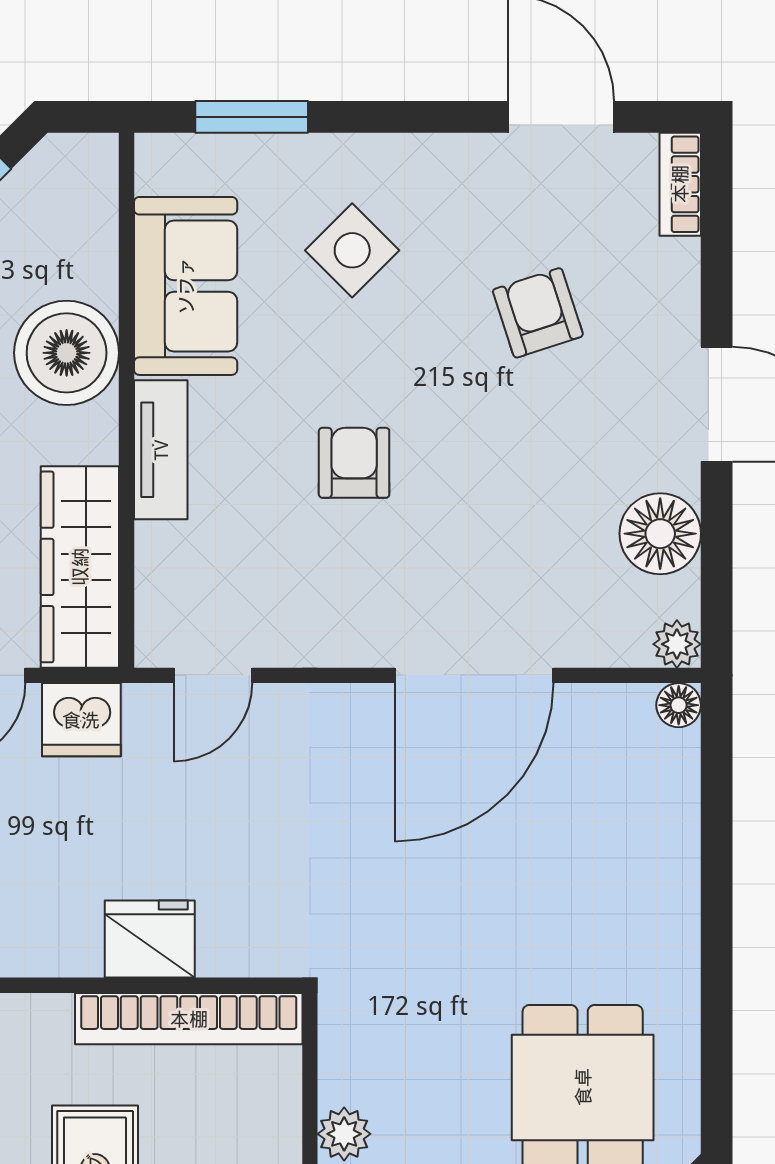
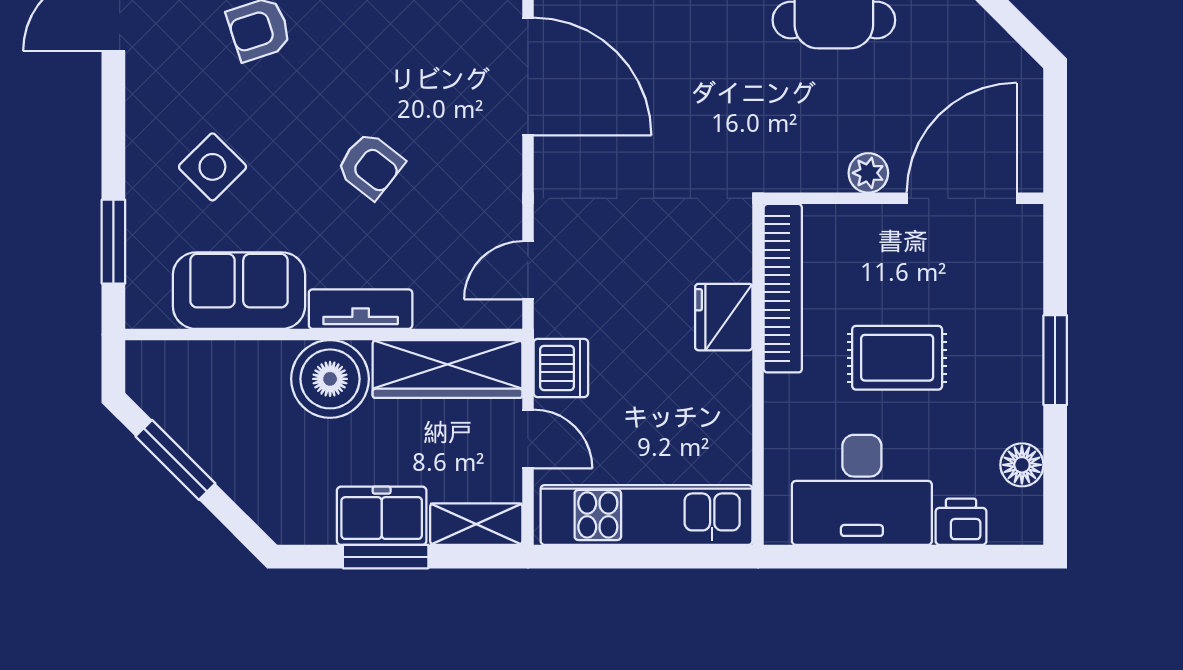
boiler: (67, 353) -> (330, 379), moved
armchair: (354, 463) -> (370, 166), turned -142
door: (213, 675) -> (528, 270), swing flipped

